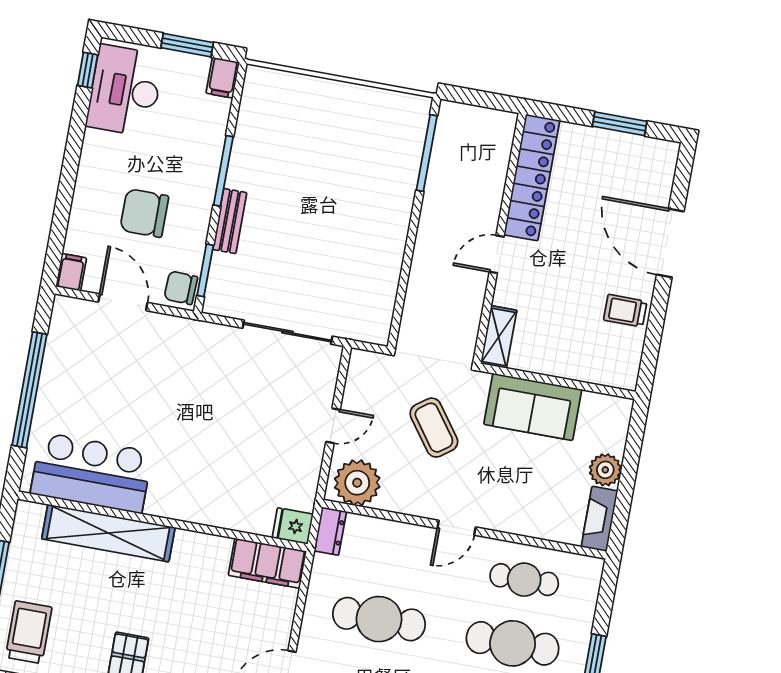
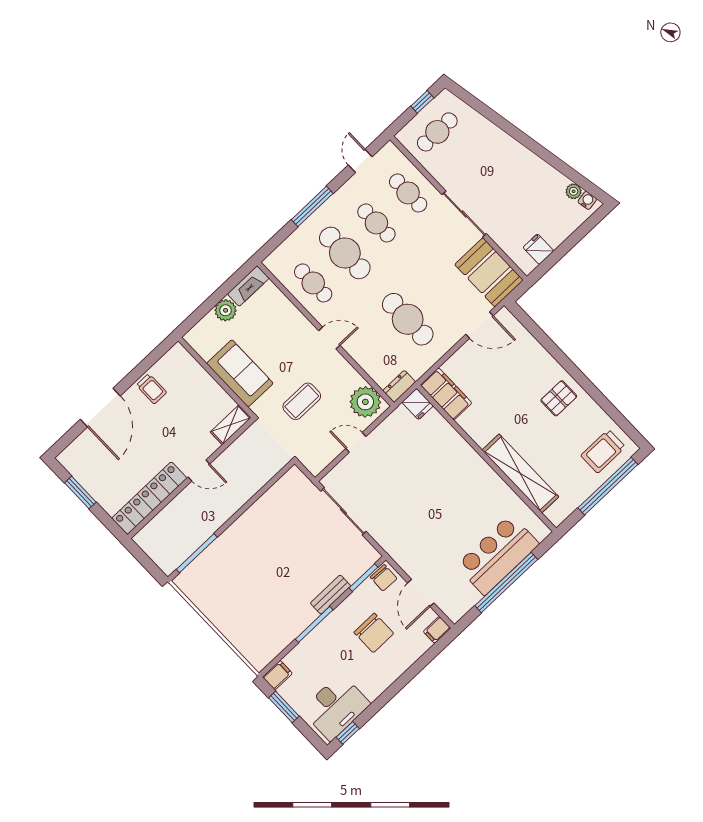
coffee table: (434, 428) -> (302, 401), turned 36
bar counter: (91, 473) -> (498, 555), moved, turned 90

